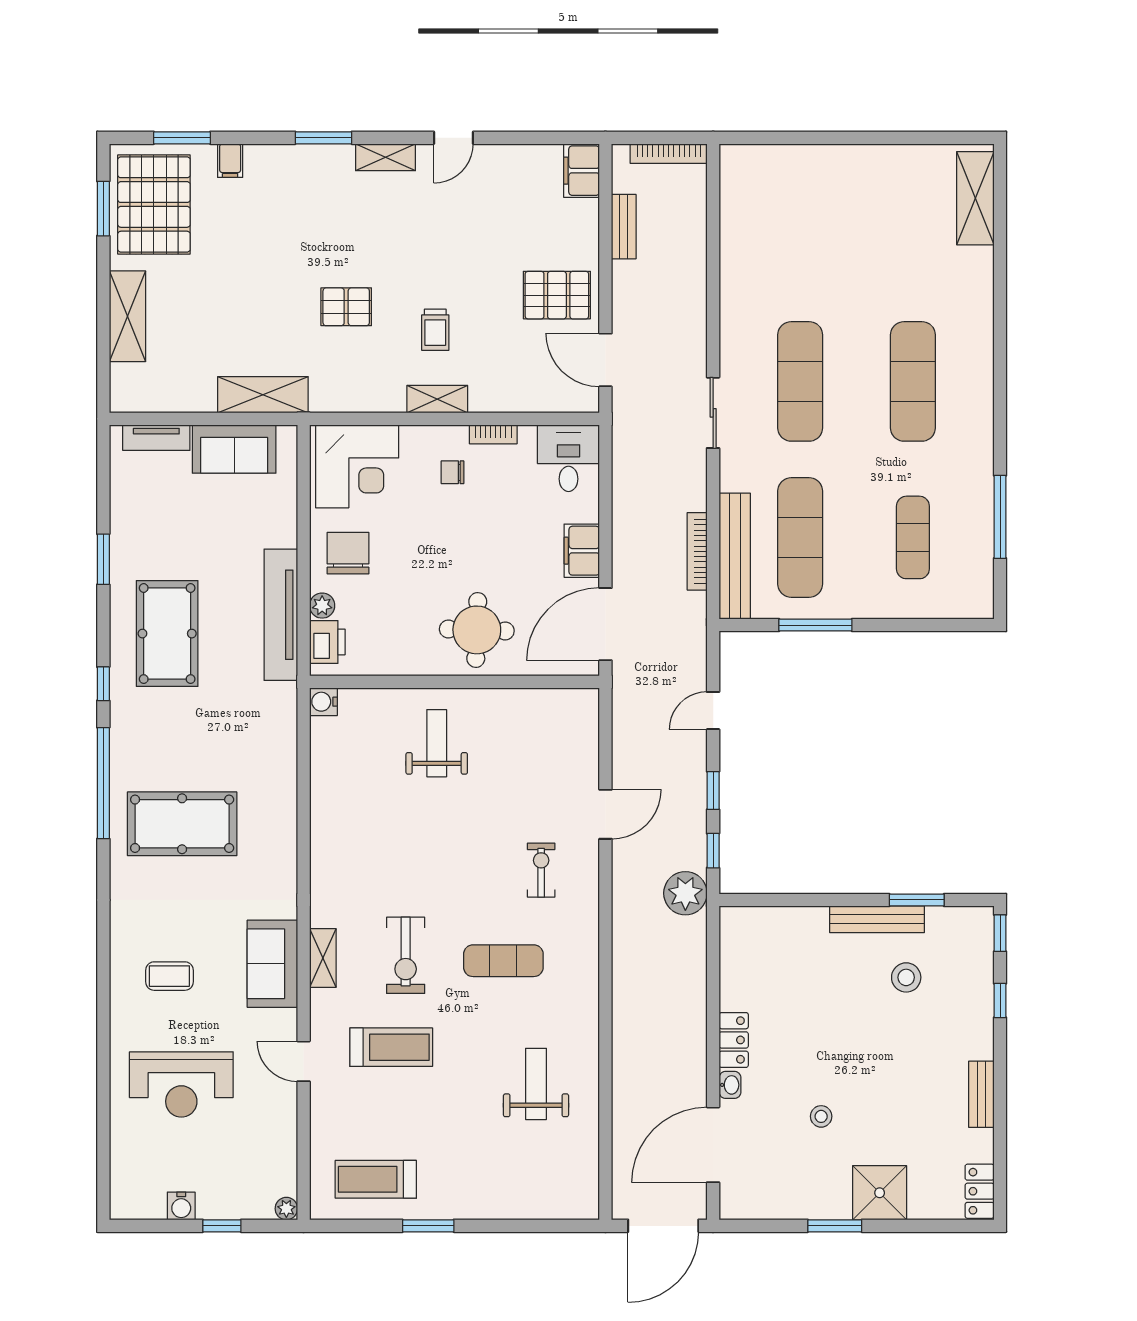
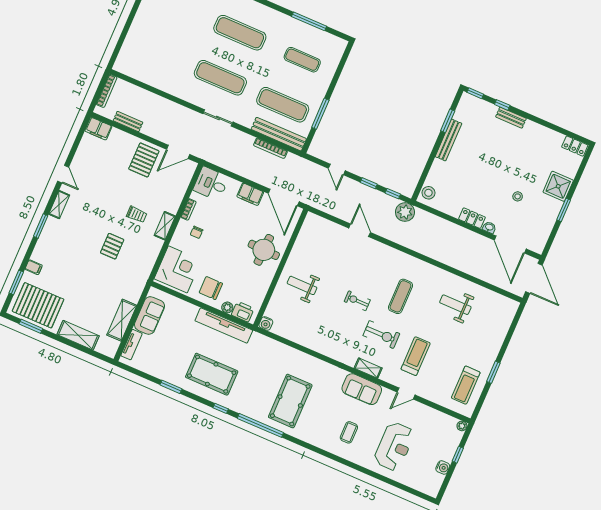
shelving: (263, 395) -> (122, 320), moved
exercise bike: (541, 870) -> (357, 301), moved
stool: (906, 977) -> (428, 193), moved
bench: (981, 1094) -> (511, 118), moved

